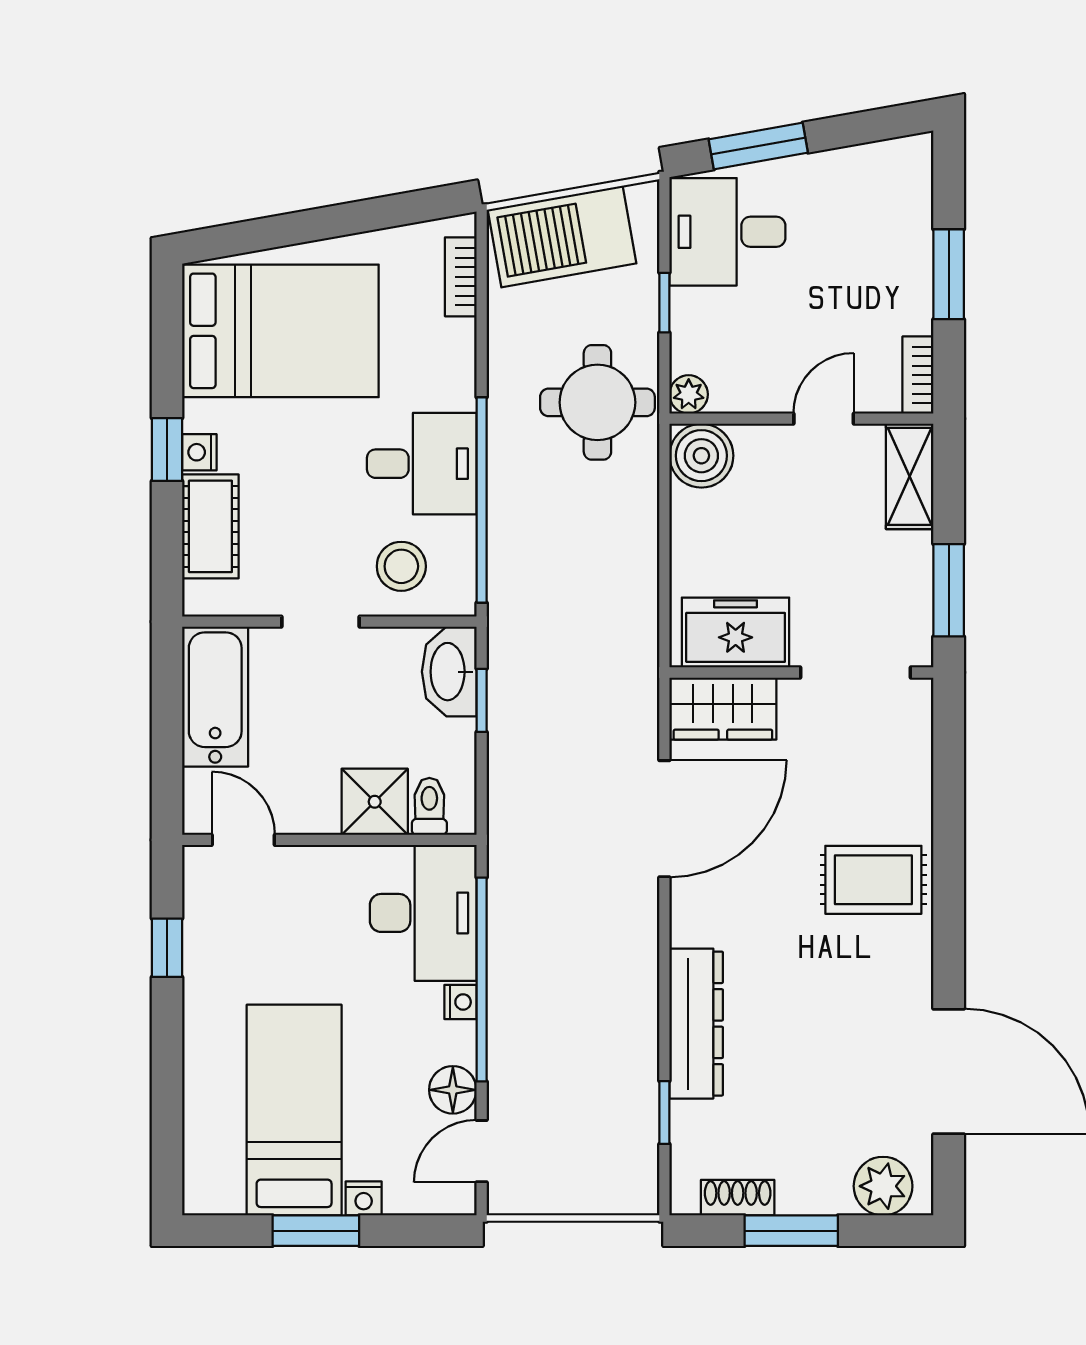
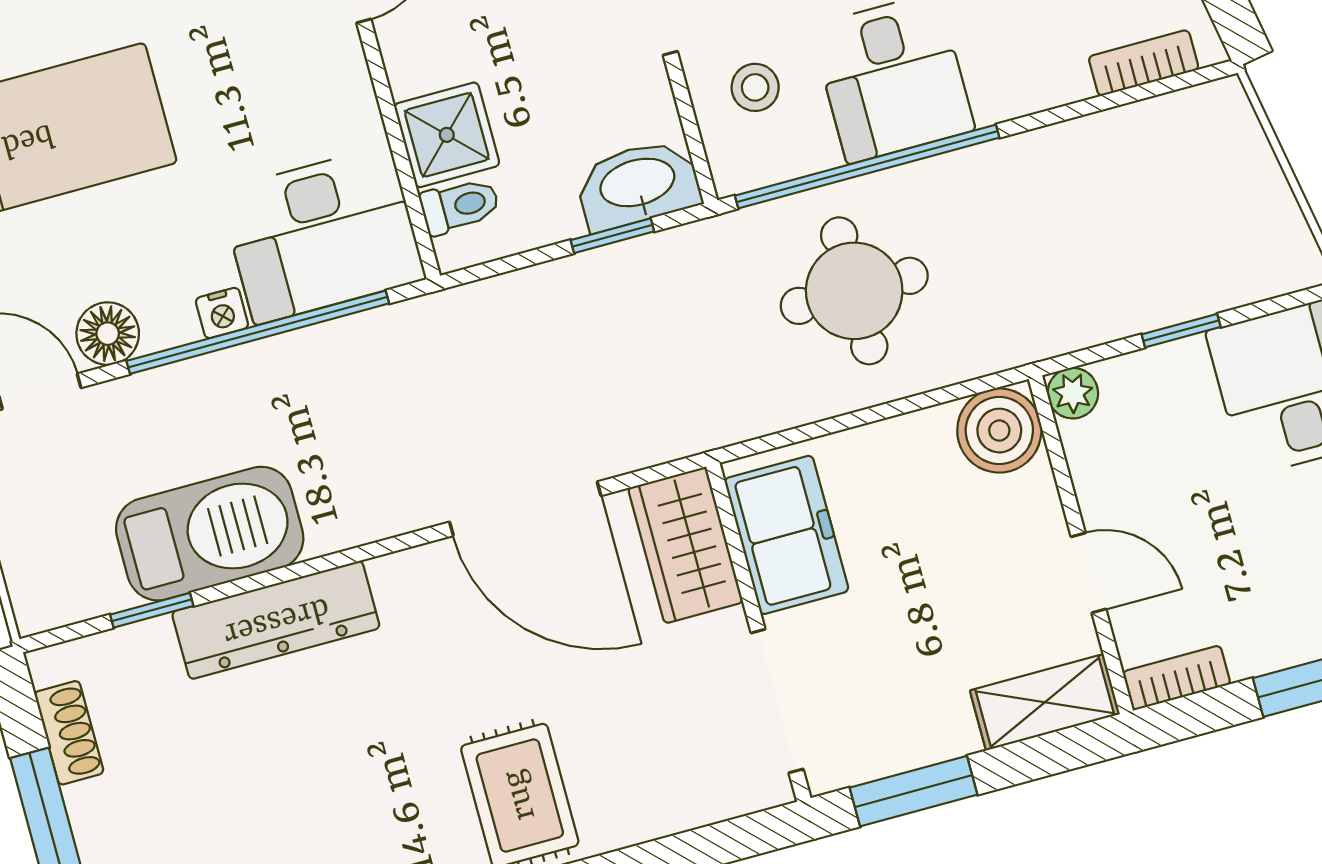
barbecue: (562, 236) -> (210, 534), moved, turned 100
round table: (597, 402) -> (854, 291), moved
stool: (401, 566) -> (755, 87), width x0.73, depth x0.73

